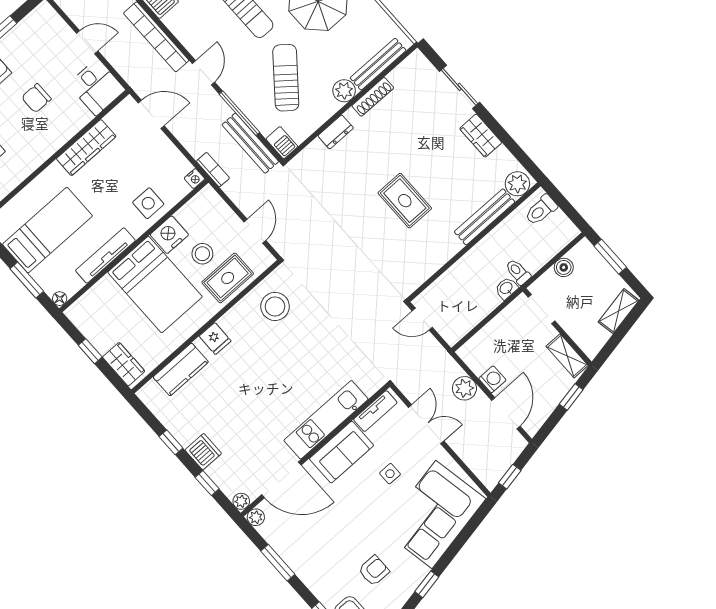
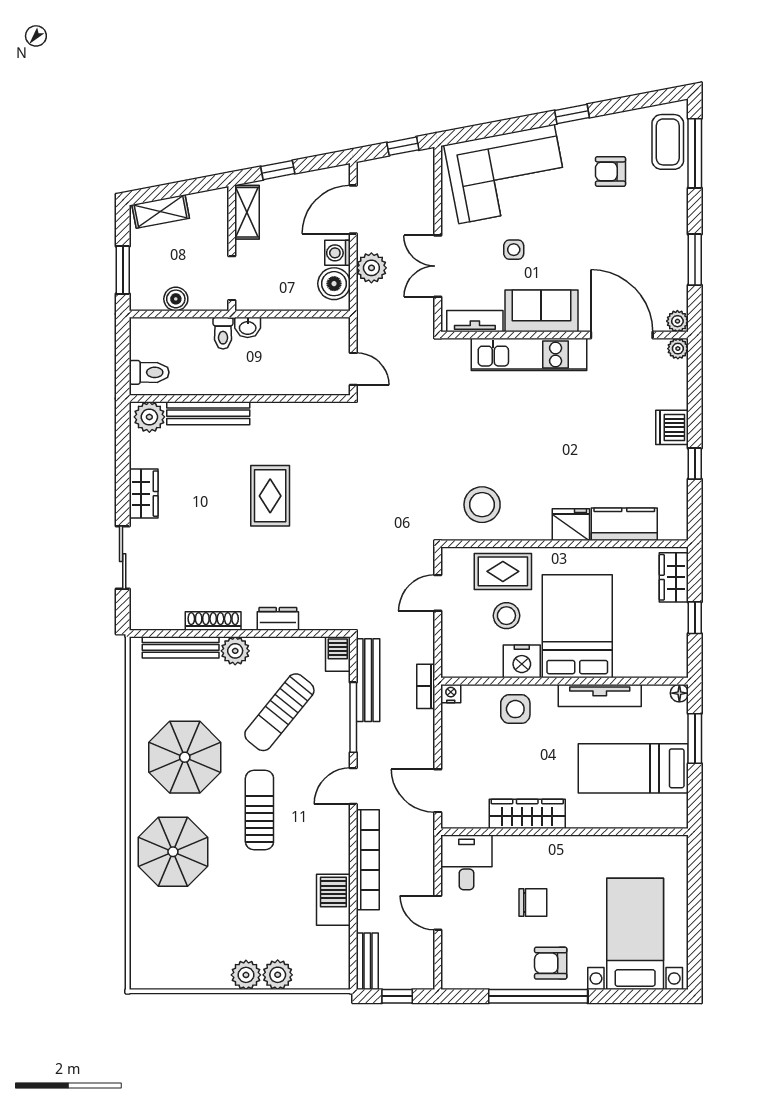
fridge: (215, 339) -> (571, 525), width x1.38
boiler: (478, 359) -> (334, 284), added
window: (207, 483) -> (695, 395), removed

